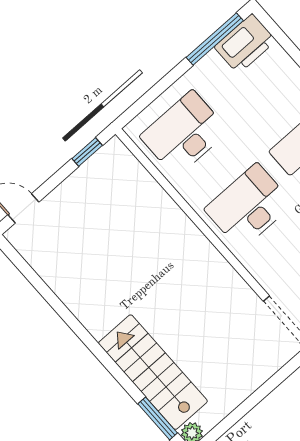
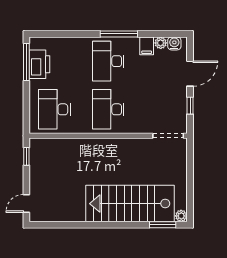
printer: (245, 44) -> (39, 64), moved
stairs: (153, 372) -> (130, 204), width x1.36, depth x1.51

